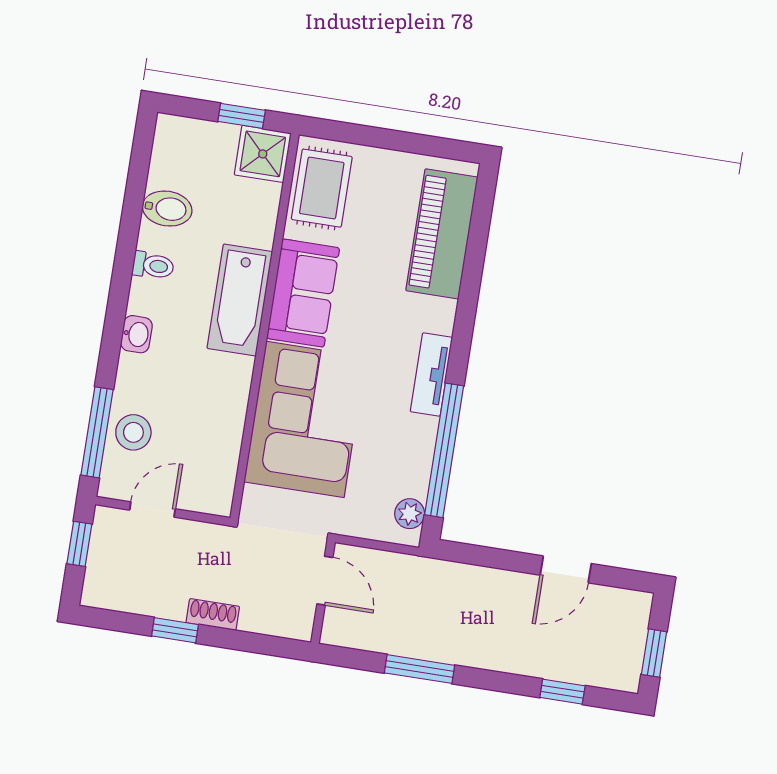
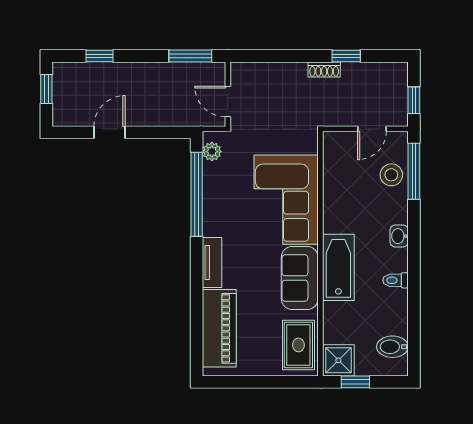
bidet: (167, 209) -> (392, 347), moved
tv unit: (431, 375) -> (212, 263), moved
door: (325, 581) -> (228, 102), moved
wall: (323, 592) -> (228, 94), moved

